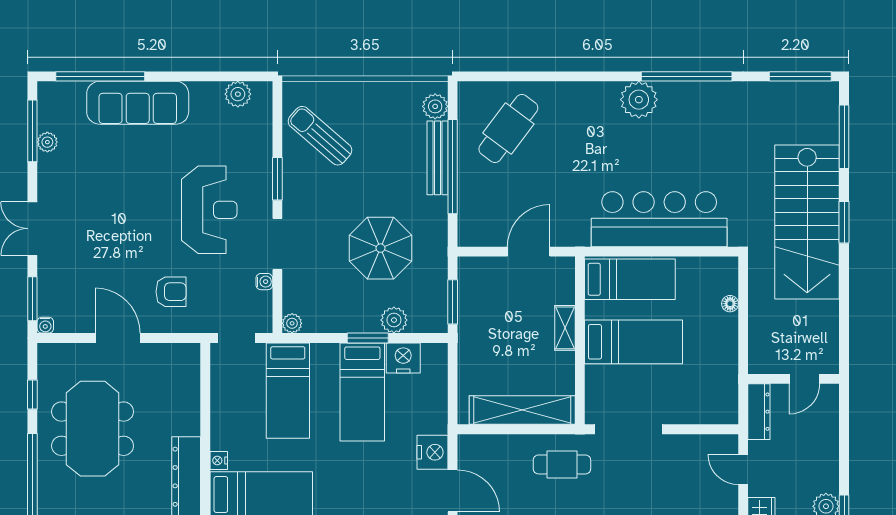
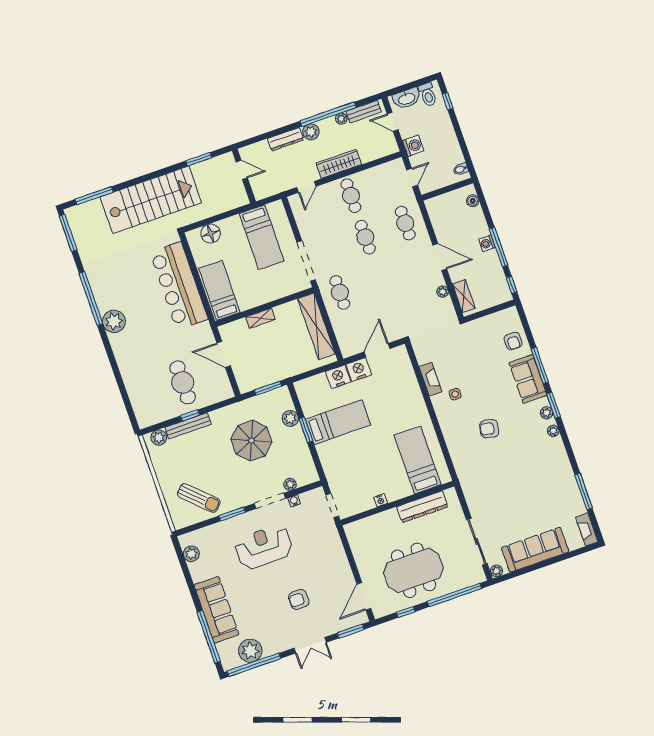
cafe table: (508, 128) -> (183, 382), moved, turned 53
window: (32, 131) -> (254, 665), width x1.46
sun lounger: (320, 136) -> (199, 498), turned -87
plant: (47, 142) -> (250, 651), width x1.88, depth x1.88
window: (453, 167) -> (190, 415), width x0.32
window: (844, 222) -> (199, 159), moved
armchair: (171, 292) -> (299, 599), moved, turned -90
floor lamp: (730, 304) -> (211, 234), width x1.89, depth x1.89
plant: (292, 323) -> (290, 484), moved
water cooler: (45, 325) -> (363, 618), removed
door: (118, 338) -> (364, 596), moved
bed: (634, 342) -> (262, 237), moved, turned 180
nightstand: (403, 358) -> (338, 377), moved, turned 90
bed: (288, 391) -> (352, 465), removed
dresser: (759, 412) -> (286, 139), moved, turned 180
nightstand: (219, 460) -> (381, 500), moved

